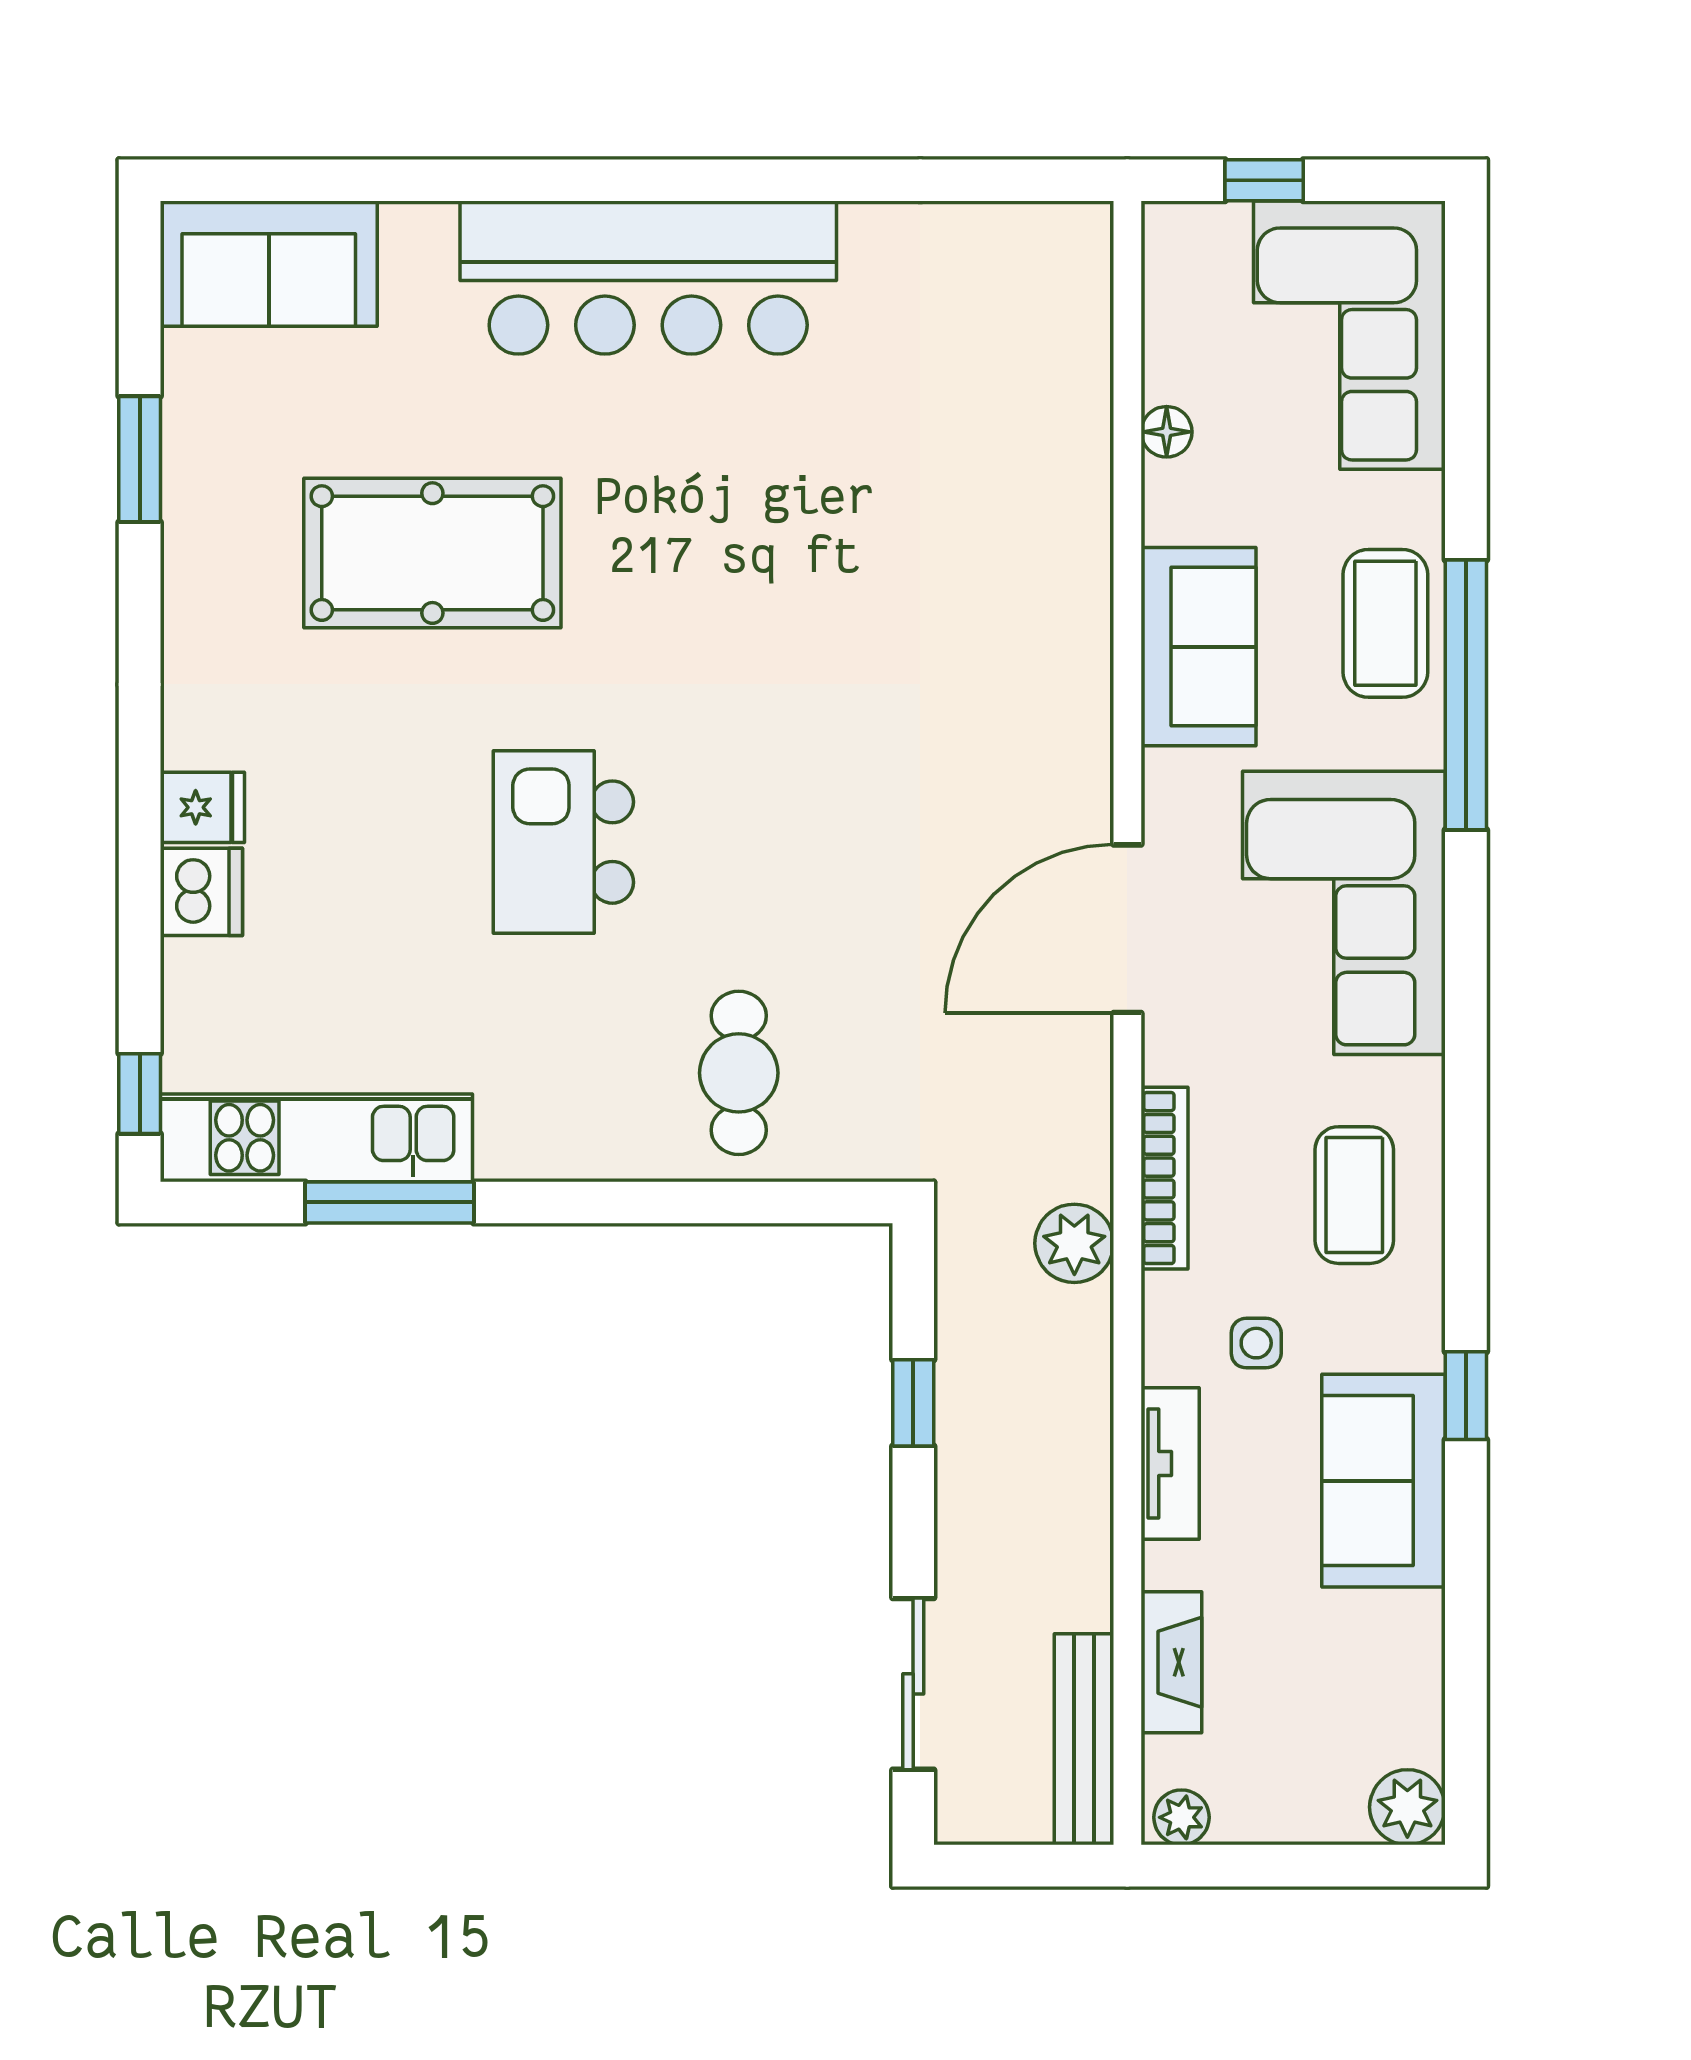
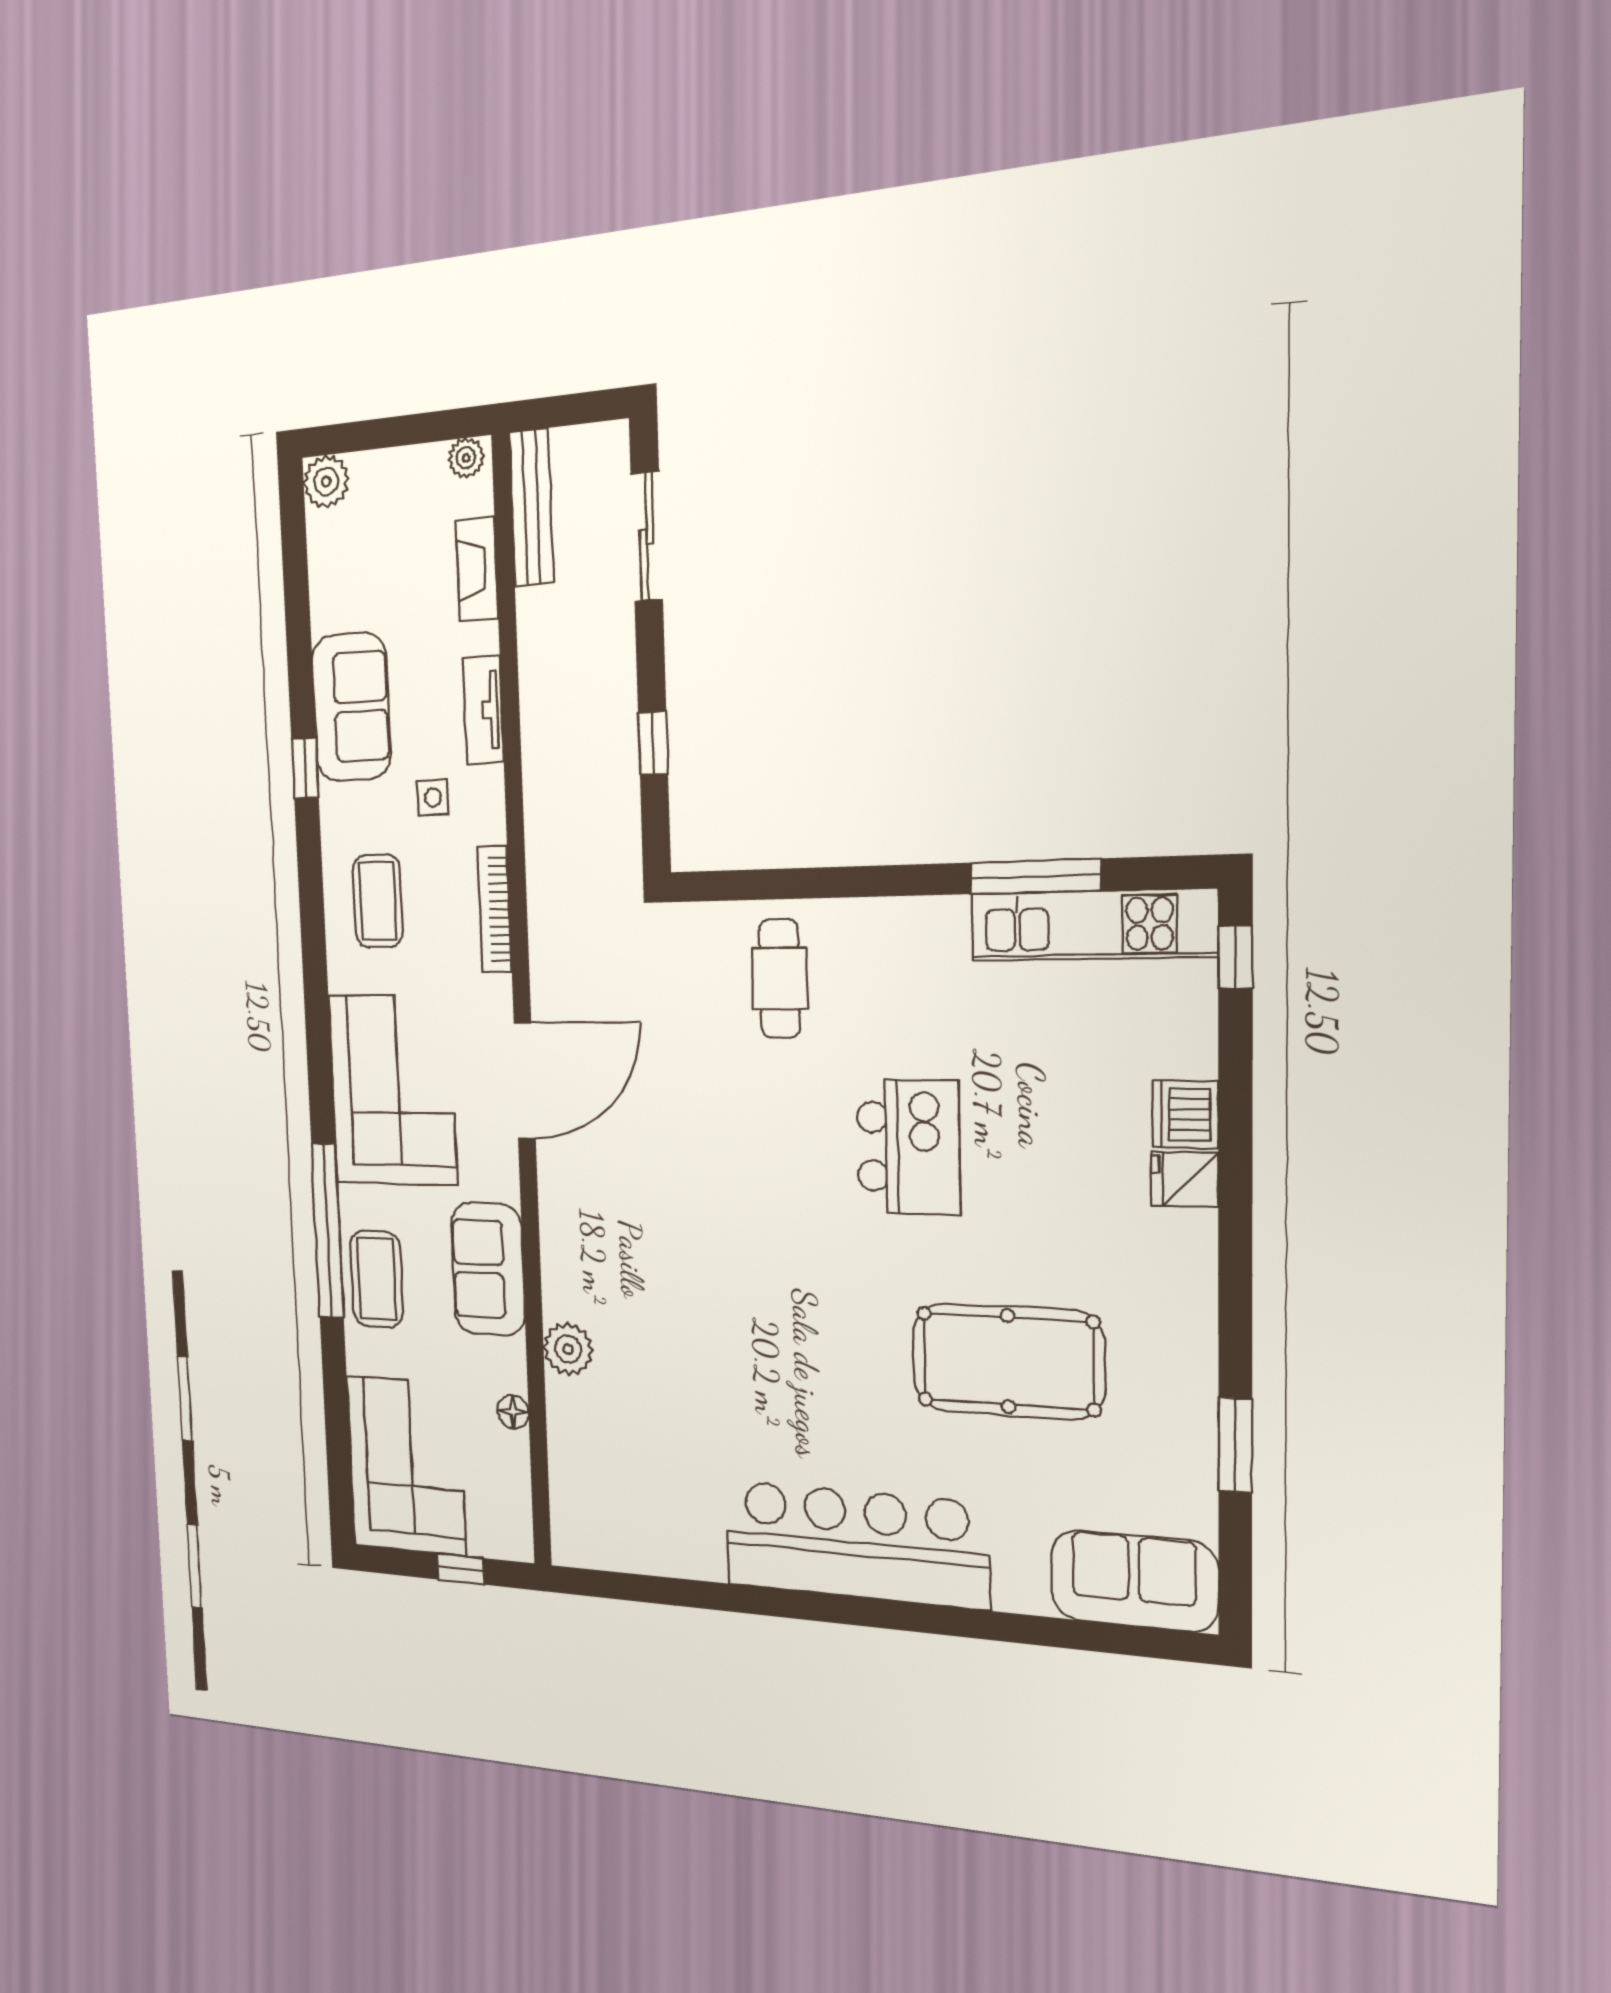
plant: (1074, 1243) -> (568, 1349), moved

